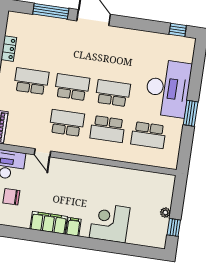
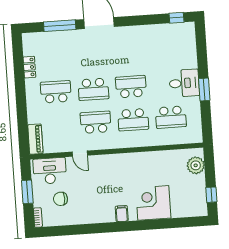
school desk: (72, 87) -> (93, 89), turned 180
desk: (168, 88) -> (184, 83), width x0.53, depth x0.77
plant: (165, 213) -> (196, 165), moved, width x1.88, depth x1.88
filing cabinet: (49, 223) -> (99, 215), removed

